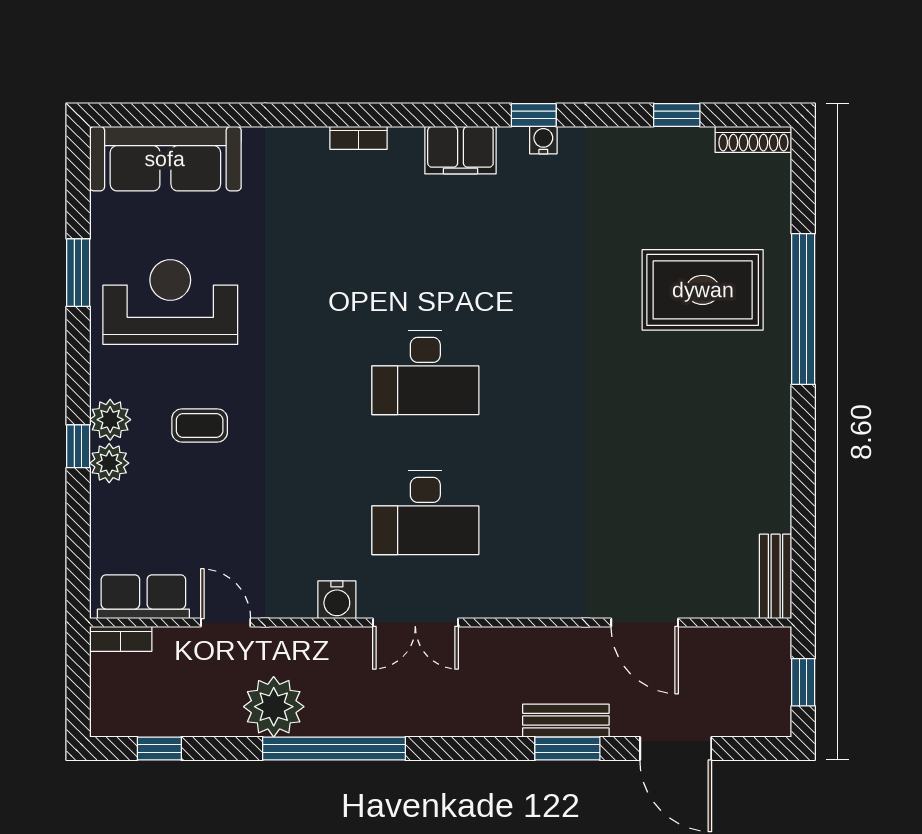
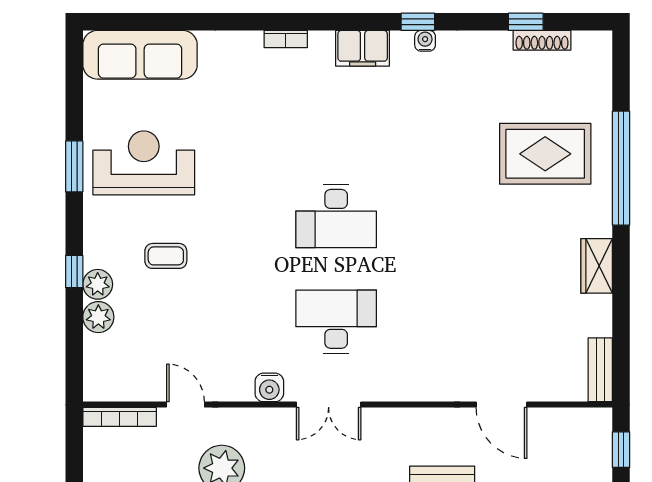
shoe rack: (753, 139) -> (542, 40), moved
window: (78, 273) -> (74, 166), moved
plant: (110, 420) -> (98, 317), moved
wardrobe: (771, 439) -> (597, 266), added
desk: (425, 513) -> (336, 322), turned 180
row of seats: (143, 597) -> (123, 385), removed
bookcase: (121, 639) -> (120, 417), width x1.56

